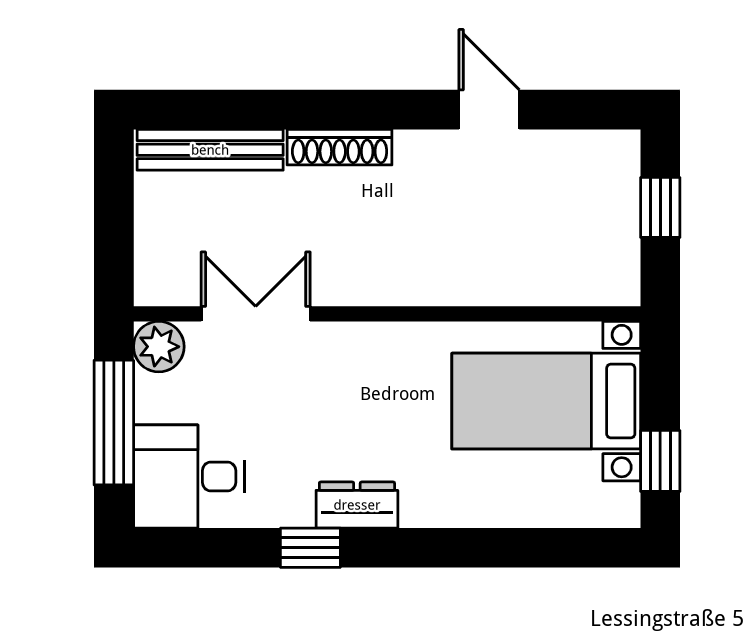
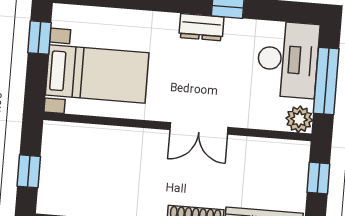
window: (114, 239) -> (318, 178), added
double door: (256, 314) -> (199, 128), moved
desk: (189, 476) -> (288, 59), width x1.37

